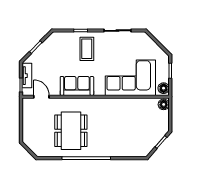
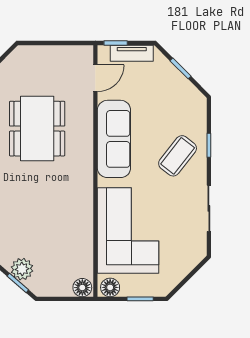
coffee table: (87, 49) -> (178, 156), turned -52
sofa: (77, 86) -> (114, 139), width x1.36
dining table: (71, 131) -> (37, 129), turned 90
plant: (153, 140) -> (22, 269), added

